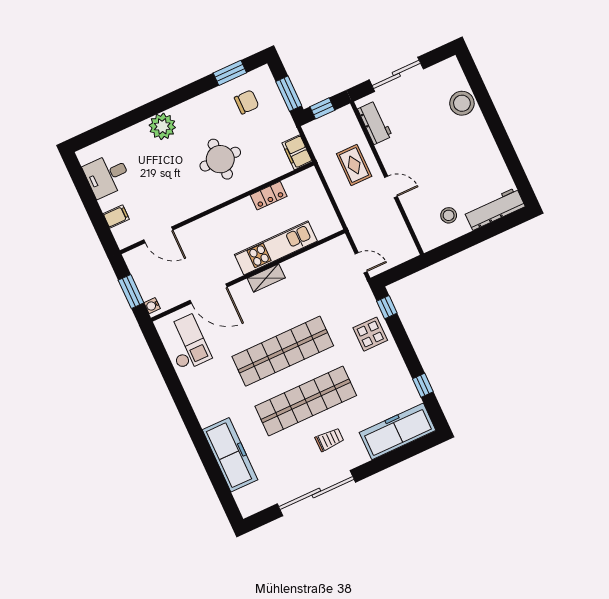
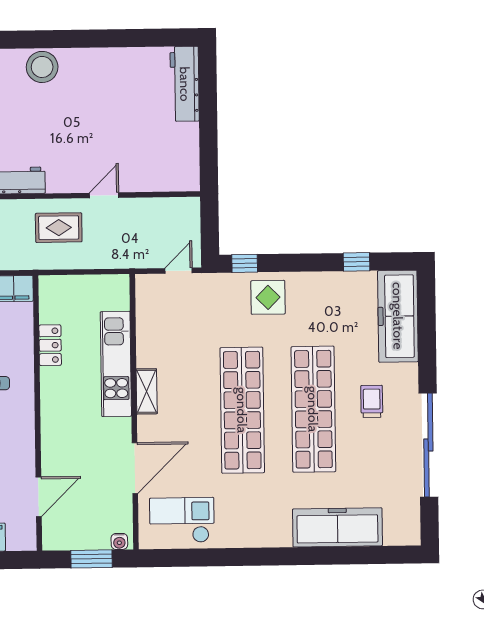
stool: (449, 215) -> (168, 142), removed

